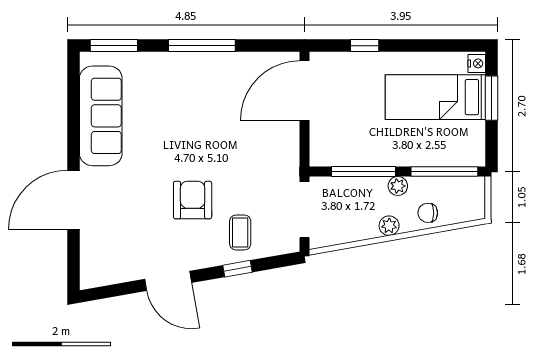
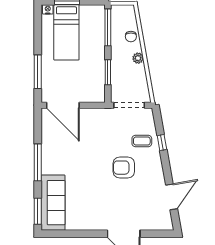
window: (365, 46) -> (38, 72), width x2.17
sofa: (101, 116) -> (53, 203), moved, turned 90
window: (364, 172) -> (108, 72), width x0.69
plant: (398, 186) -> (116, 53), removed
door: (168, 281) -> (172, 197), moved

